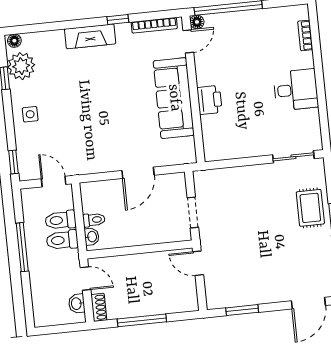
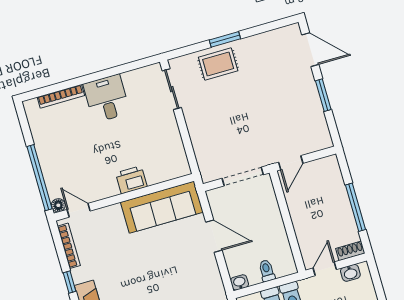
bookcase: (305, 35) -> (61, 96), width x1.56
sofa: (174, 98) -> (162, 207), moved
doorway: (193, 213) -> (243, 177), width x1.38
washbasin: (92, 237) -> (240, 282), moved
window: (242, 310) -> (323, 95), moved

